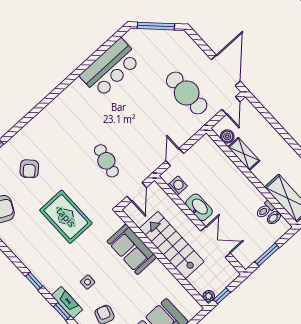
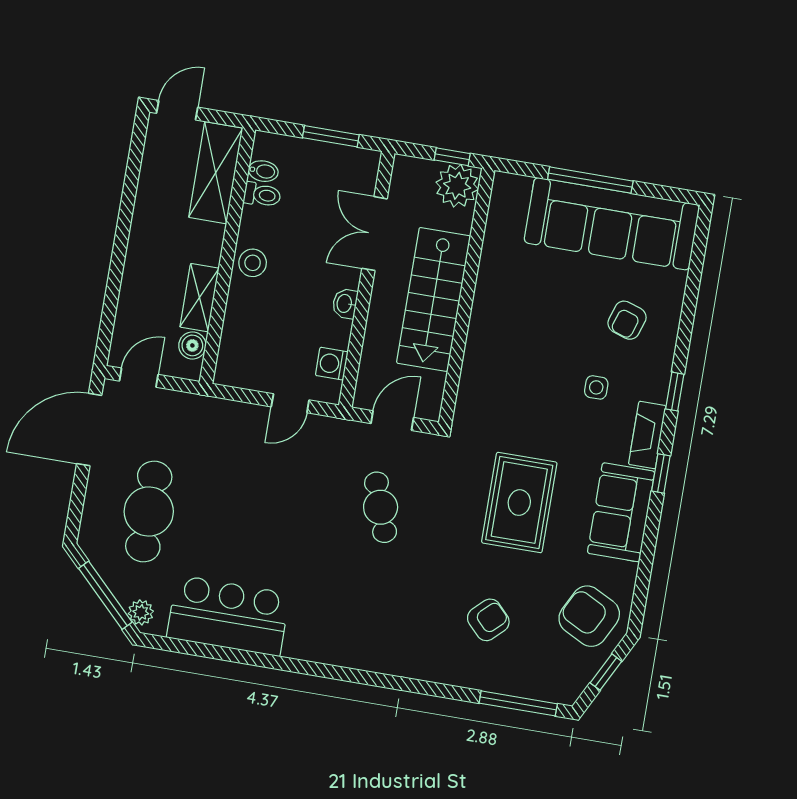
plant: (138, 35) -> (141, 612), added
cafe table: (187, 93) -> (149, 512), moved
cafe table: (106, 161) -> (381, 507), turned -32
stool: (241, 185) -> (253, 263), added
washbasin: (199, 207) -> (345, 304), width x0.52, depth x0.69
sofa: (132, 249) -> (621, 512), moved, turned 180
plant: (209, 296) -> (457, 186), width x1.88, depth x1.88
fireplace: (67, 302) -> (647, 435), moved

